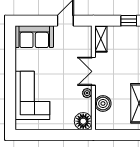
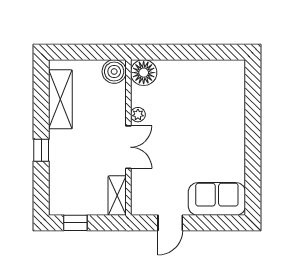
corner sofa: (32, 95) -> (220, 111), removed
boiler: (103, 104) -> (114, 72), moved

